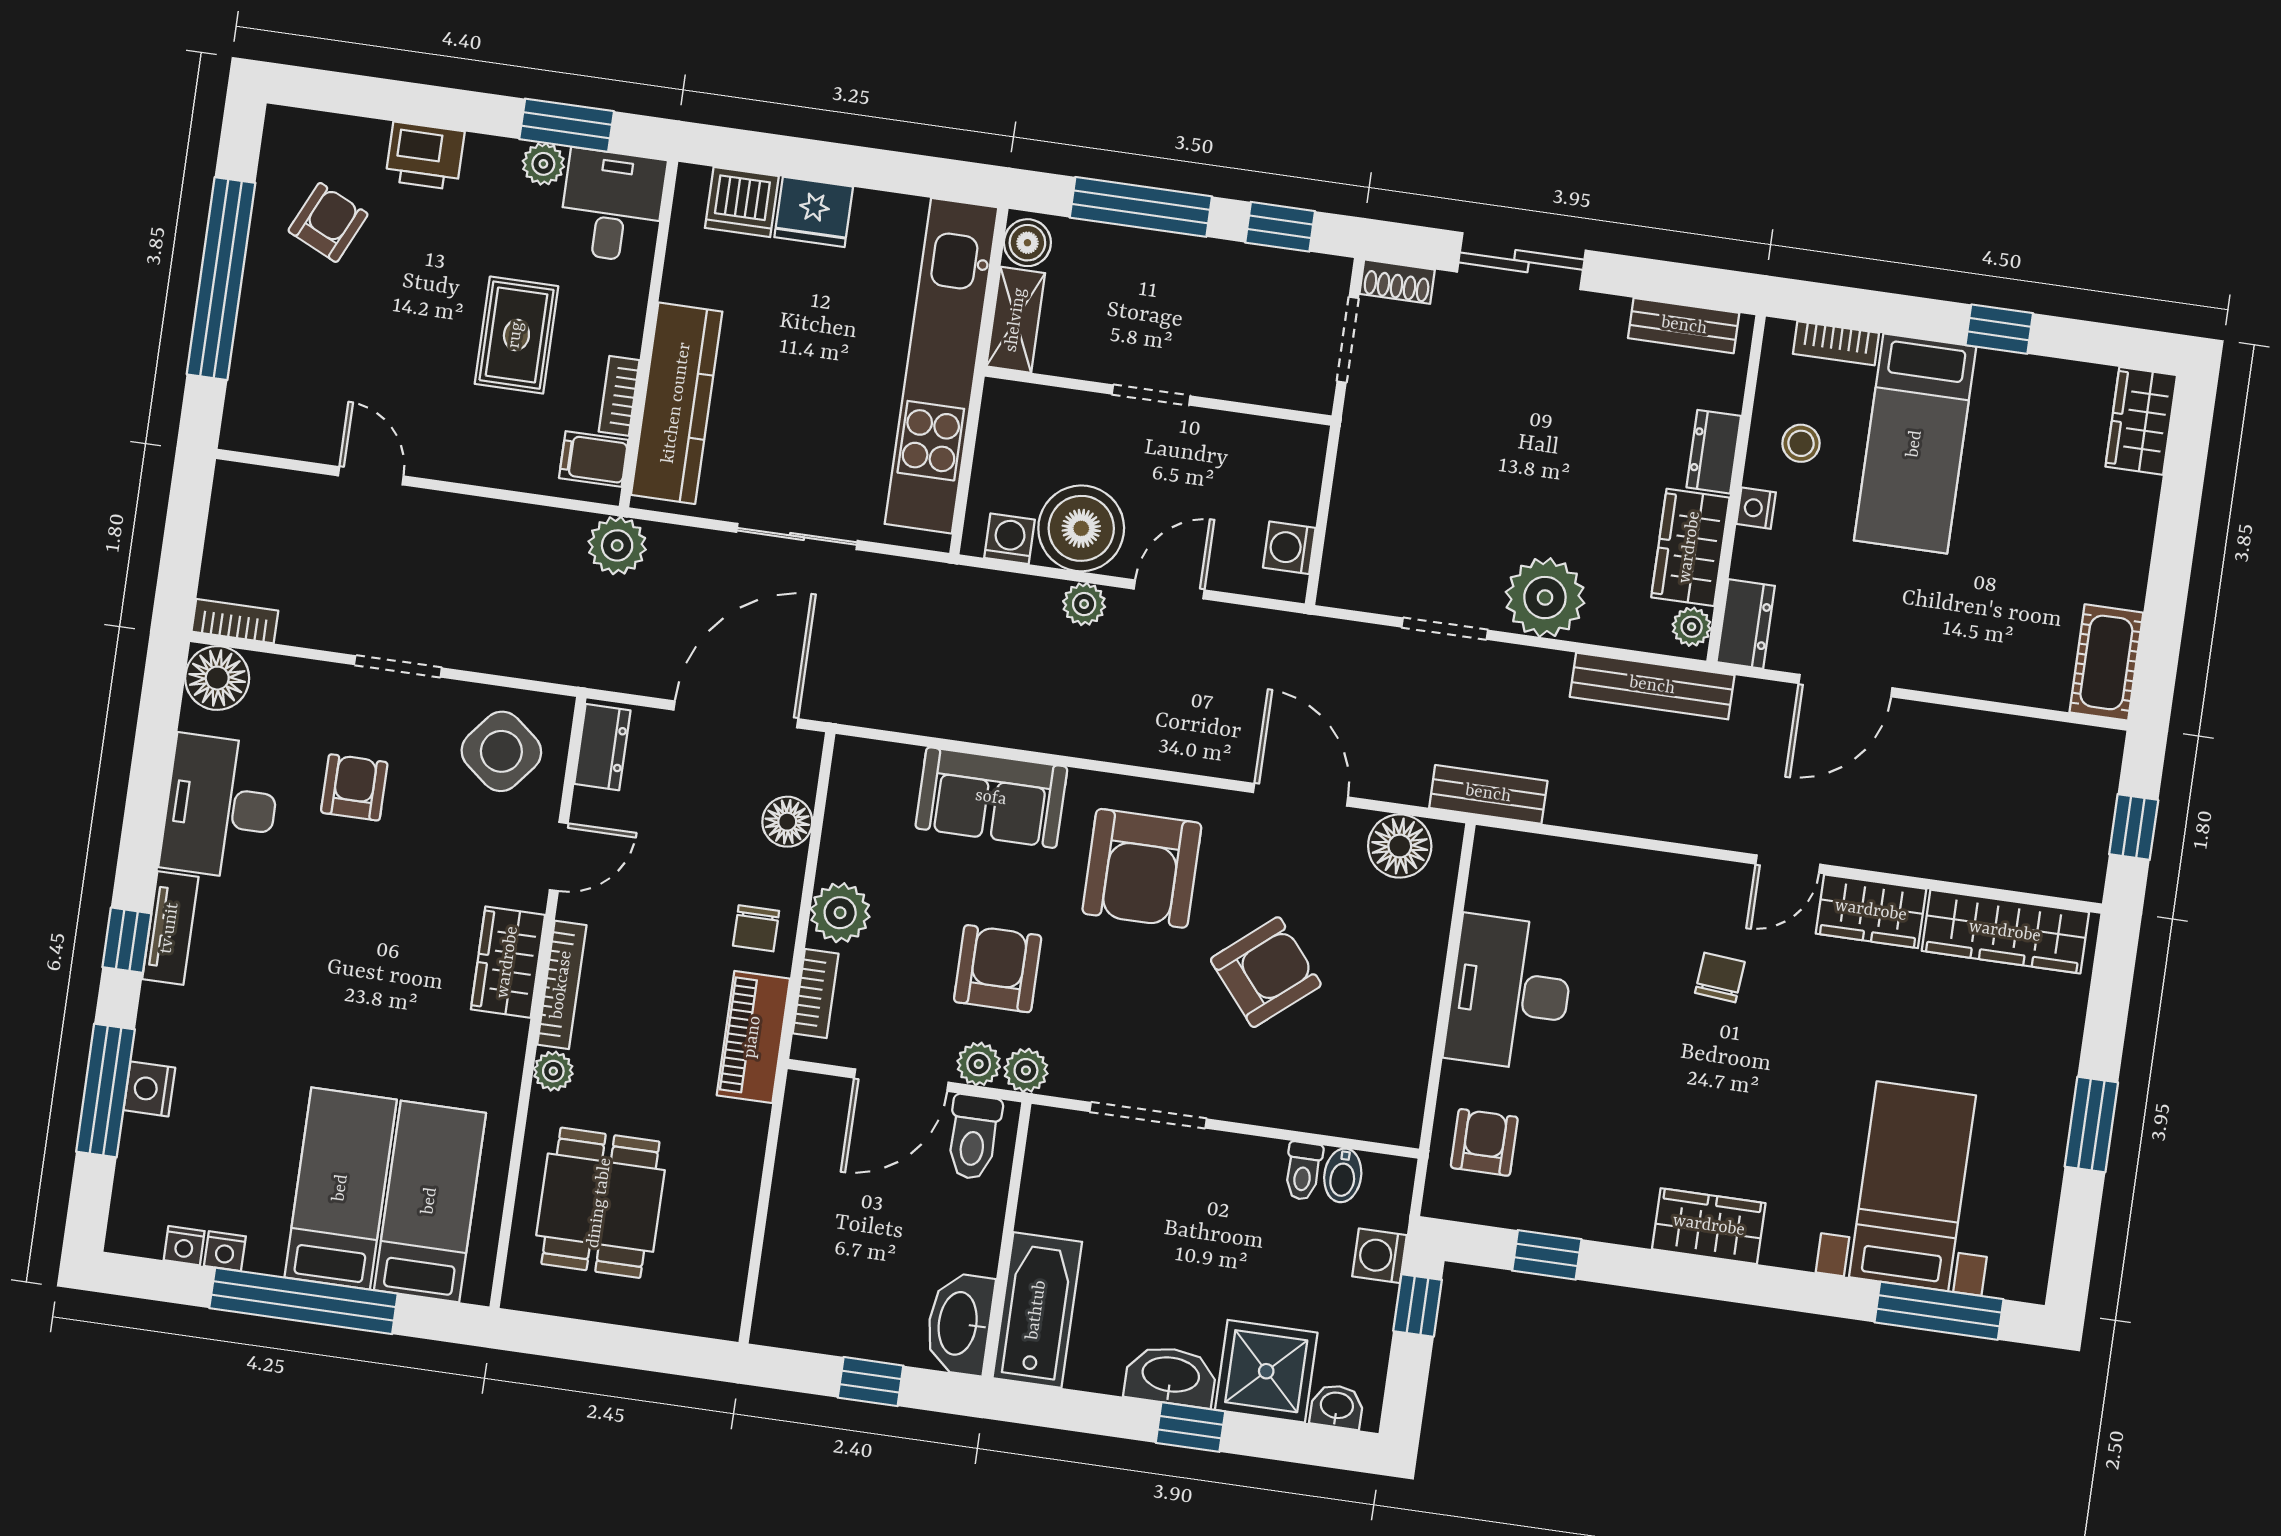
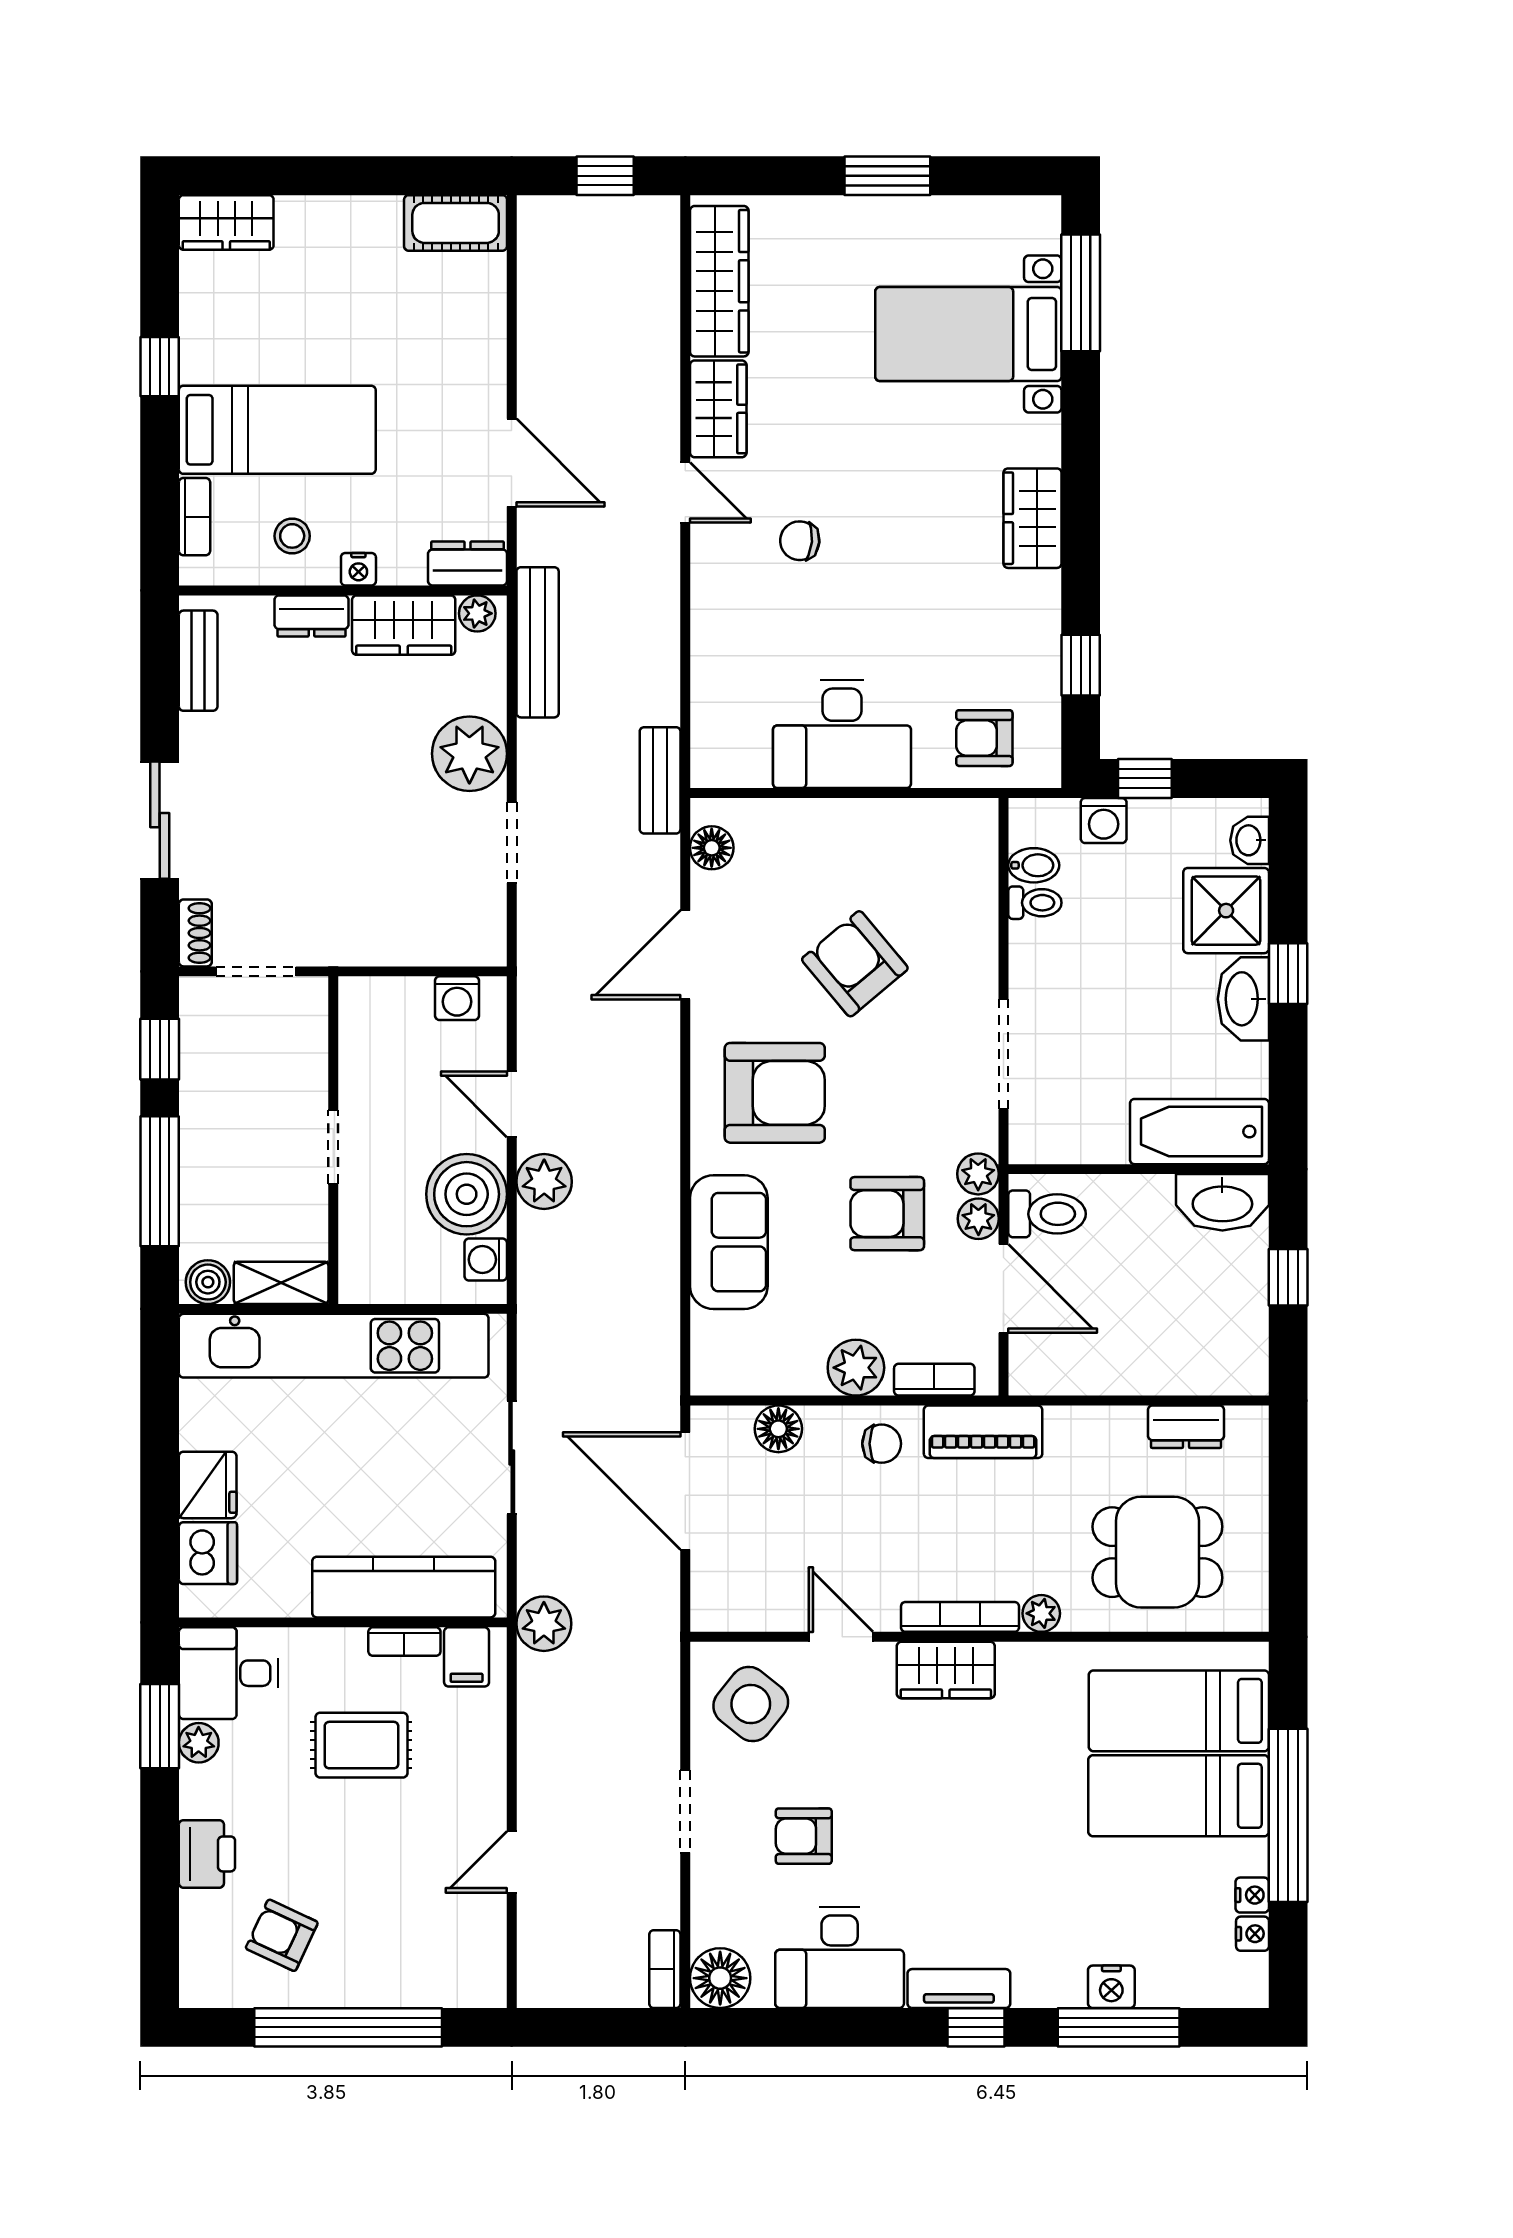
plant: (1084, 604) -> (544, 1182), width x1.38, depth x1.38
dresser: (602, 747) -> (1186, 1427), moved, turned 180
floor lamp: (1400, 846) -> (712, 848), width x0.73, depth x0.73

